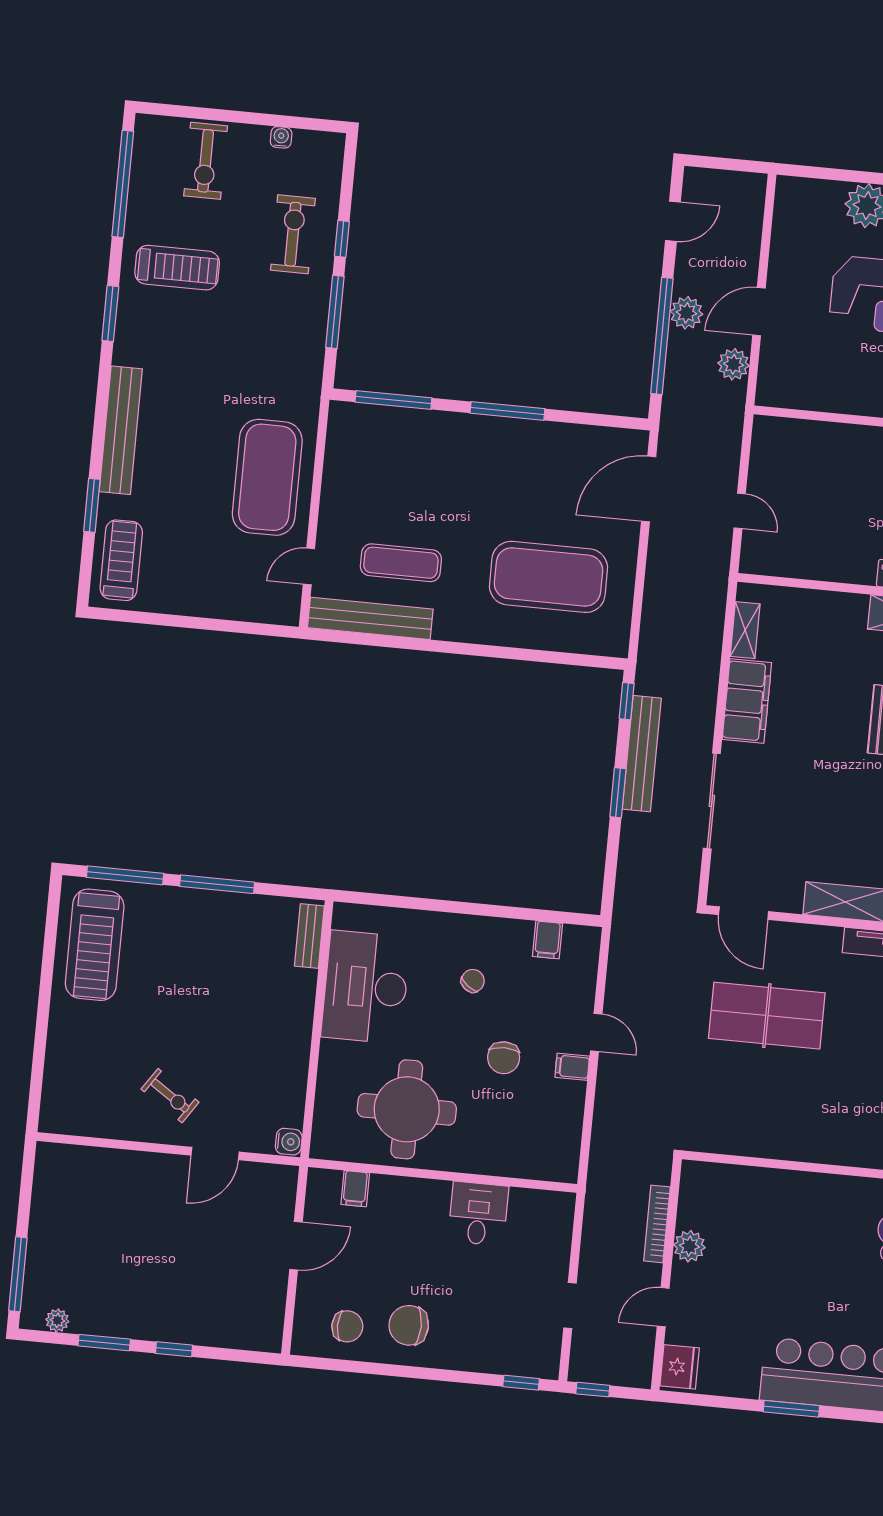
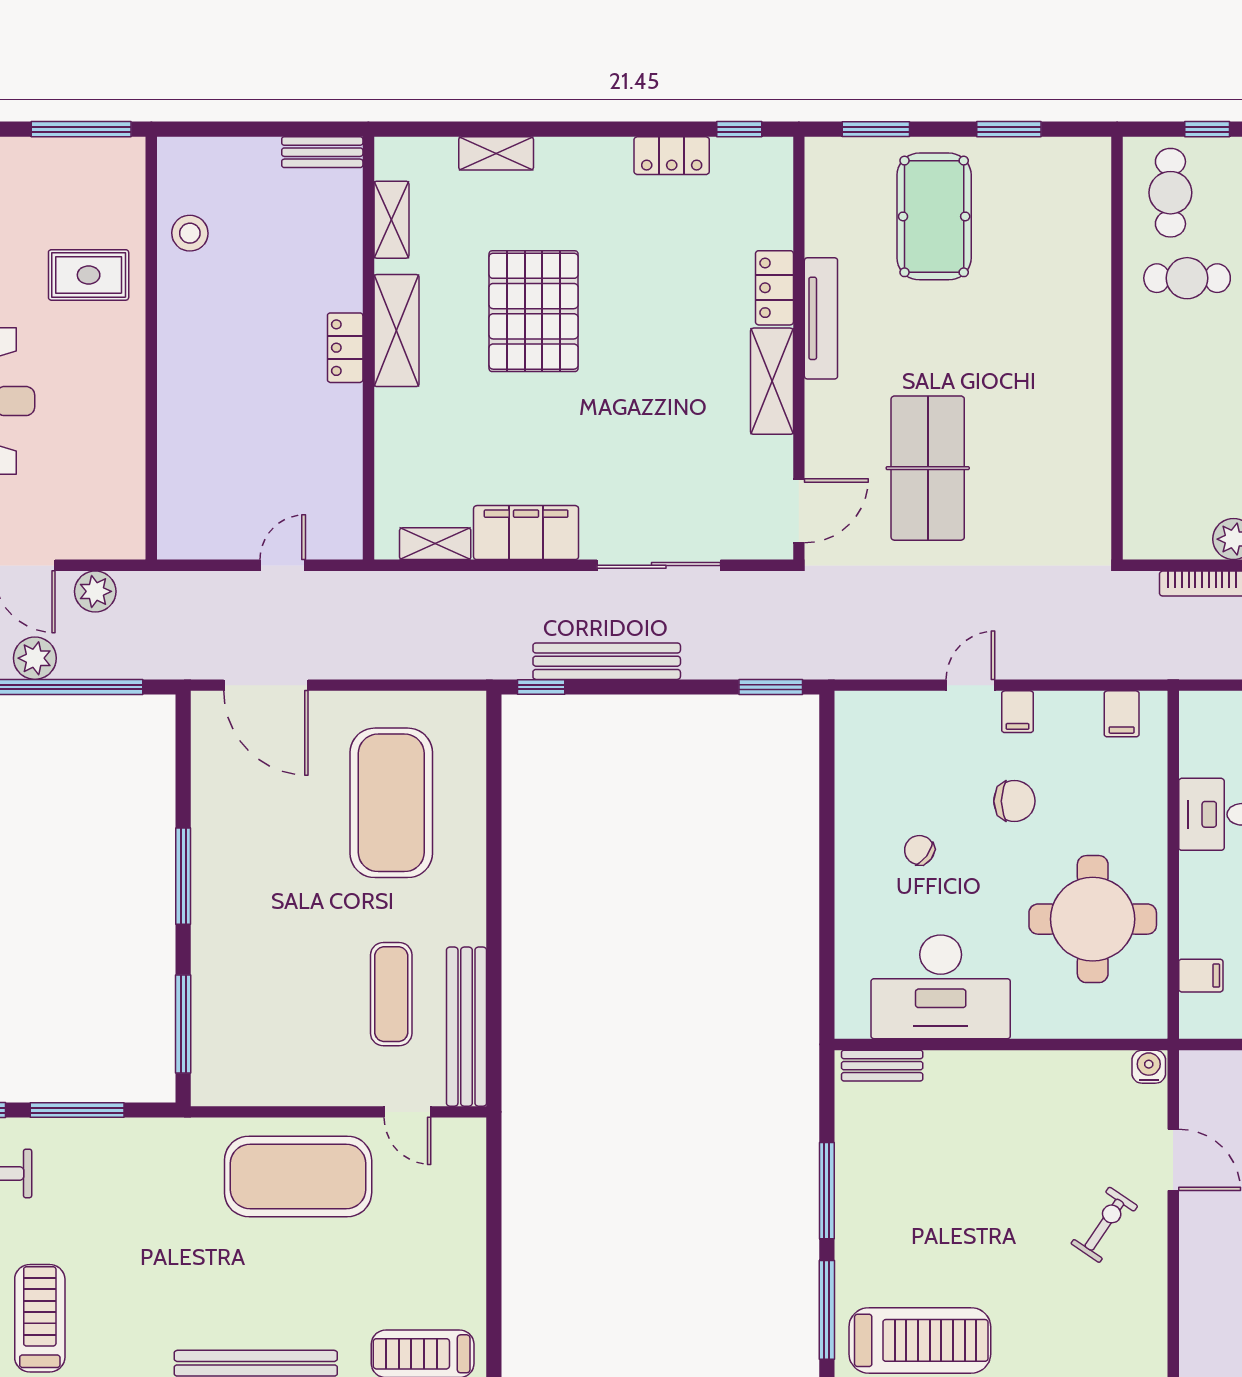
window: (618, 793) -> (771, 687), moved
filing cabinet: (547, 940) -> (1122, 714), moved, turned 90

